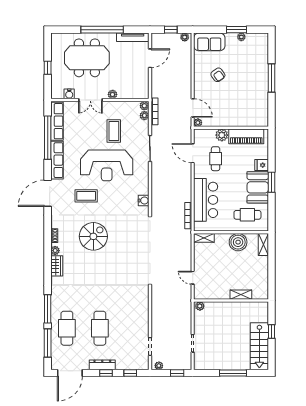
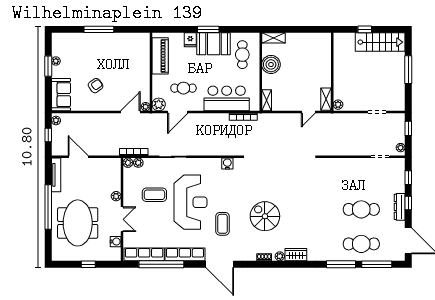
plant: (222, 135) -> (159, 104), moved
shelving: (241, 295) -> (326, 99), moved

